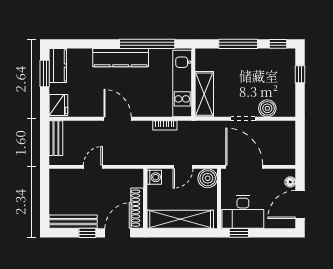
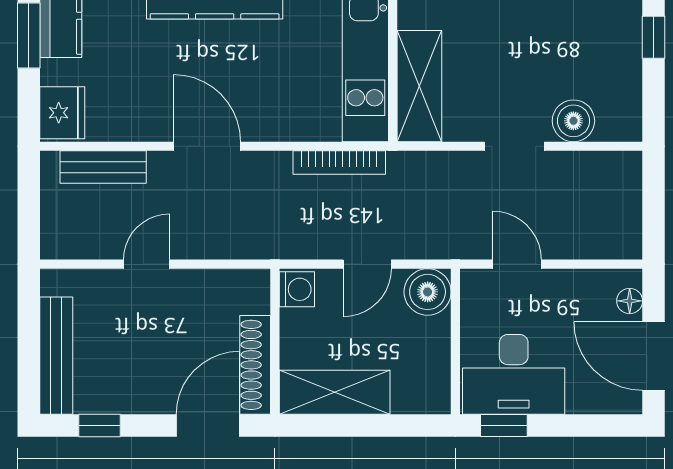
bookcase: (165, 125) -> (339, 162), width x1.56
bench: (56, 138) -> (103, 167), moved, turned 90
door: (244, 167) -> (517, 264), width x0.53
door: (300, 205) -> (654, 356), hinge flipped
shelving: (180, 219) -> (335, 392), width x0.68
bench: (73, 222) -> (56, 356), moved, turned 90
window: (87, 233) -> (99, 425), moved

